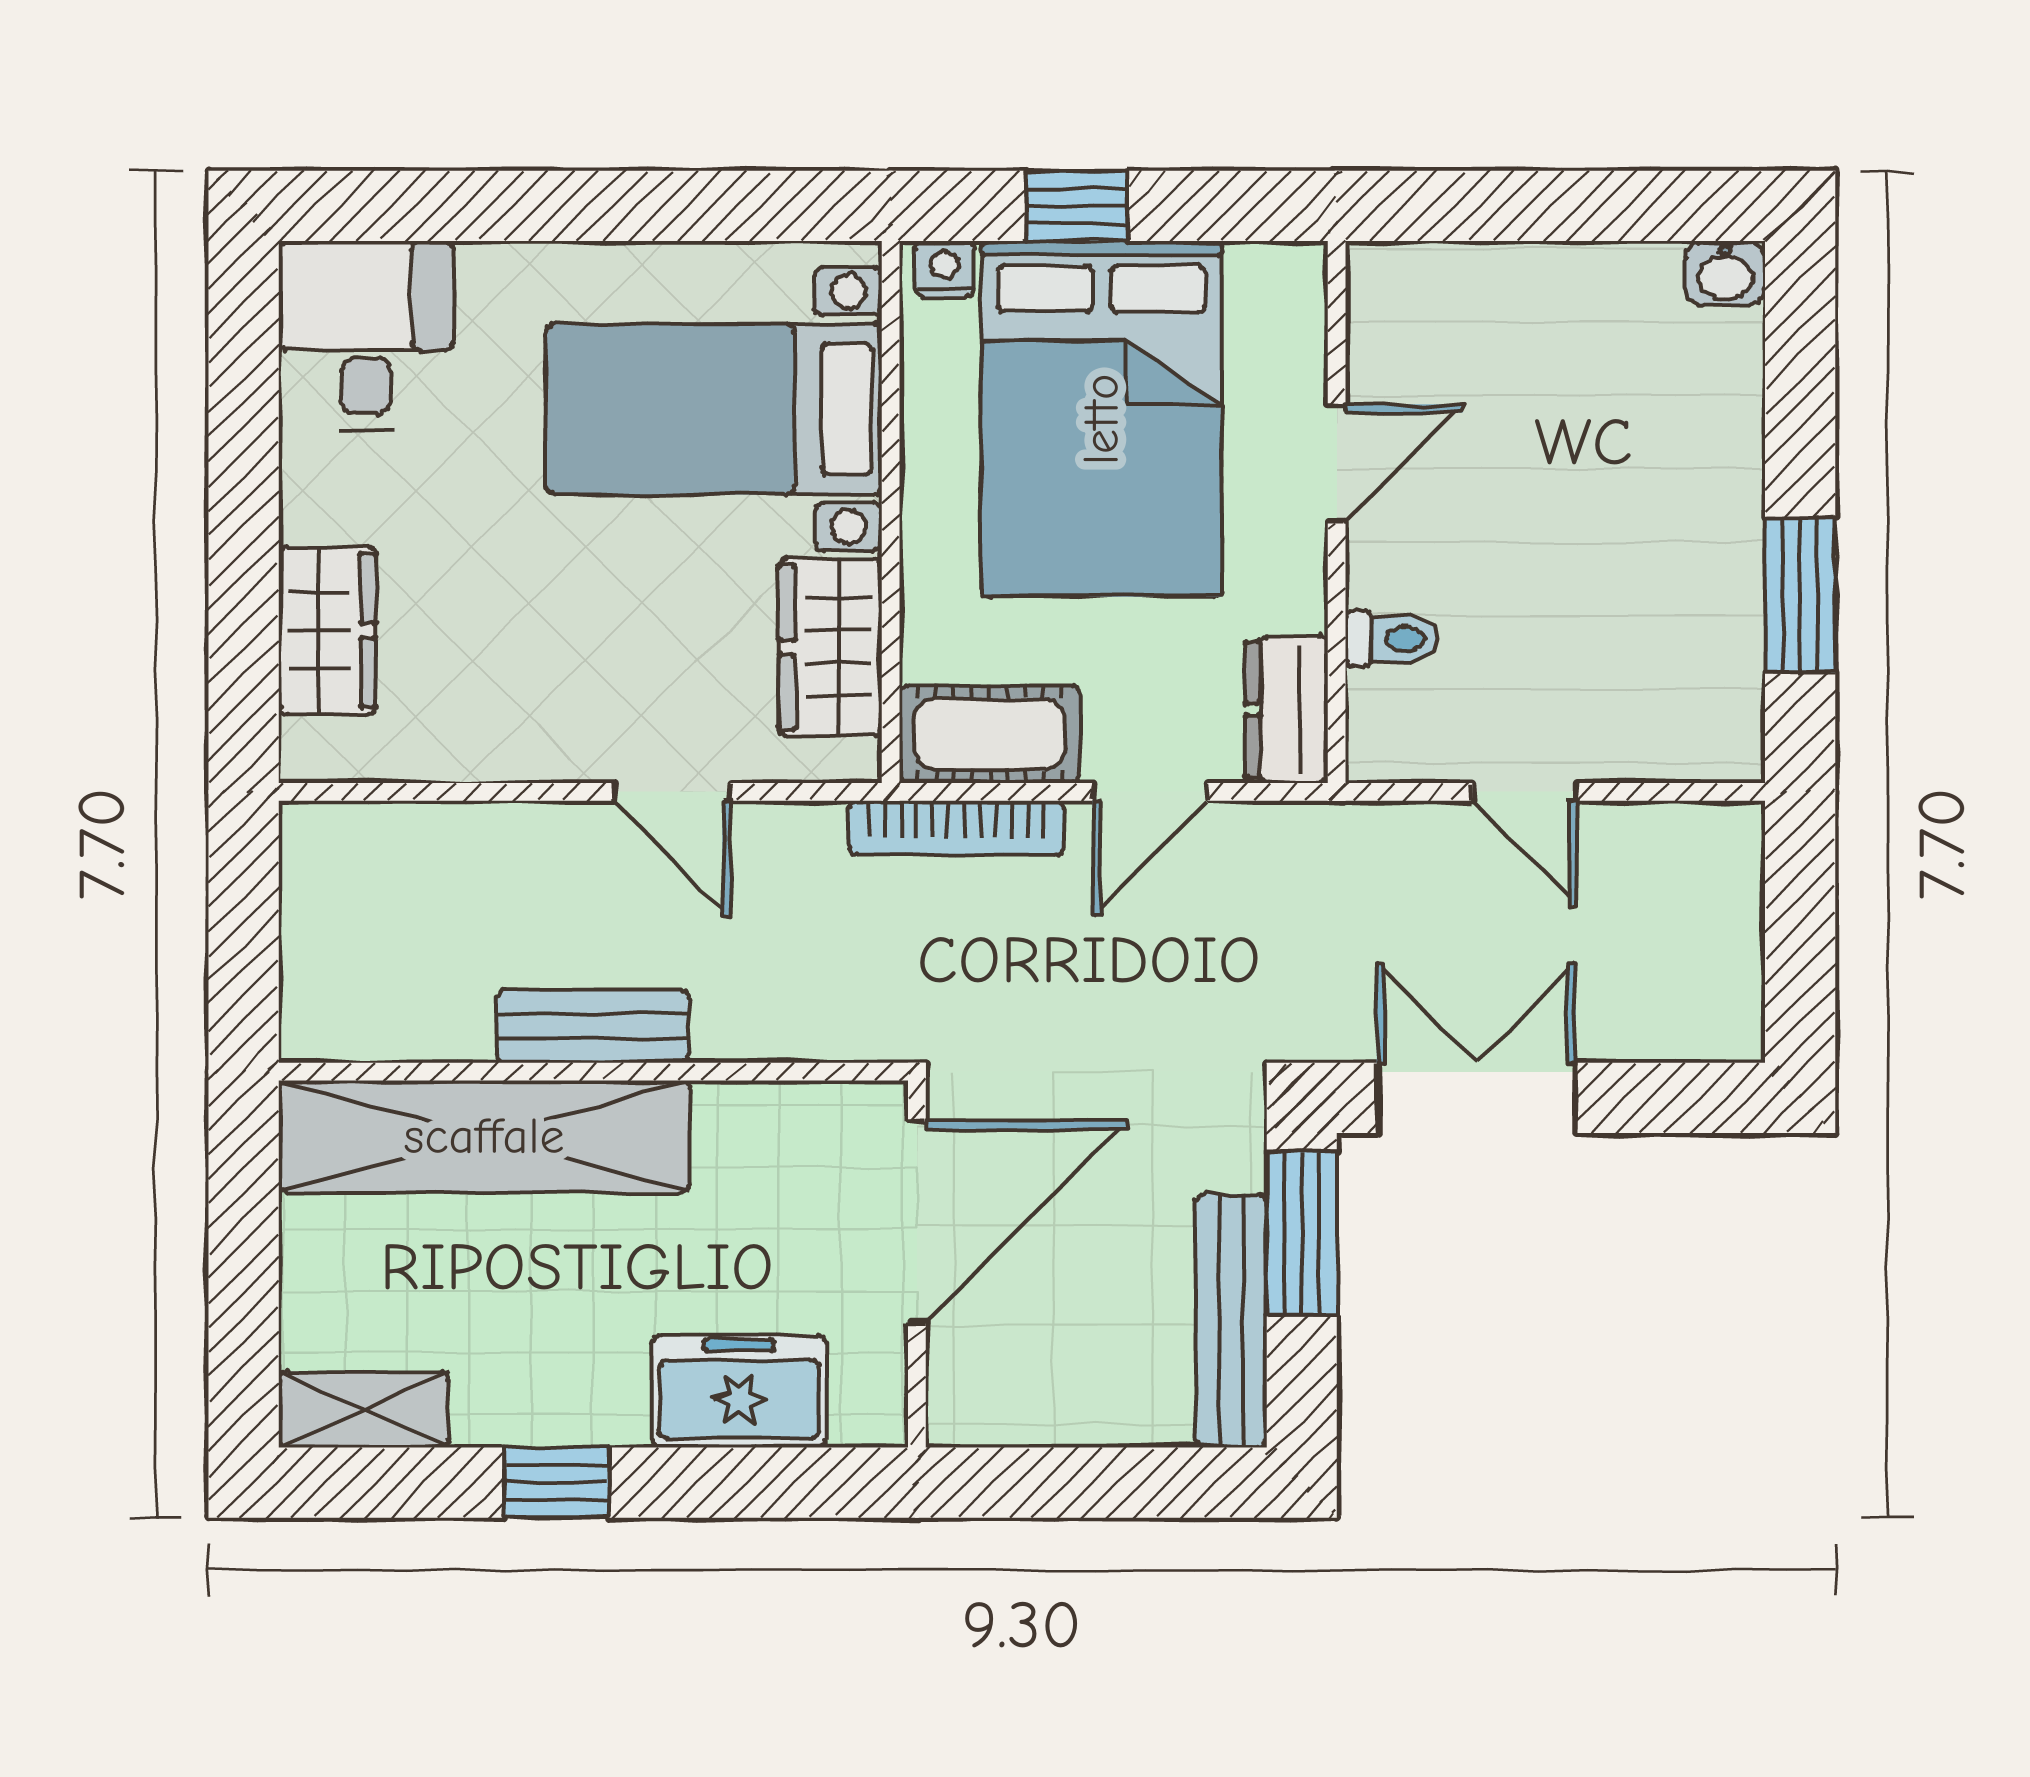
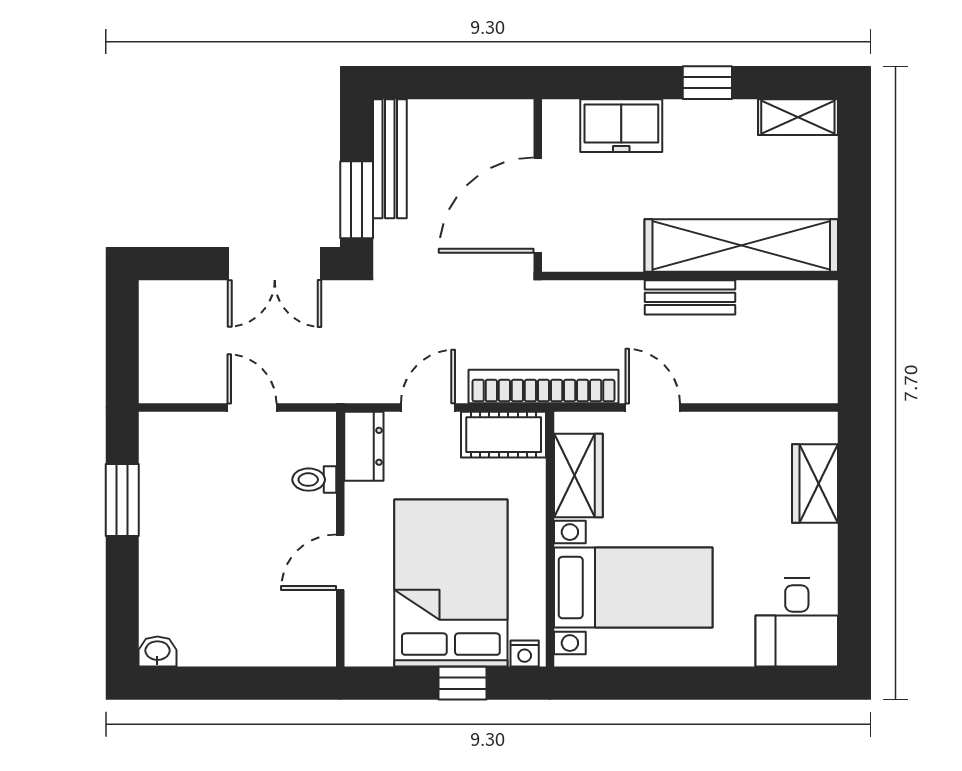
bookcase: (956, 828) -> (544, 386), width x1.48, depth x1.31

